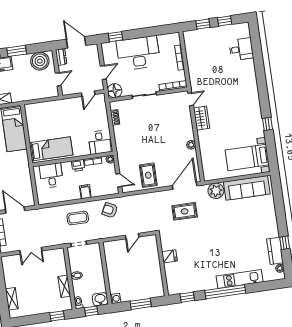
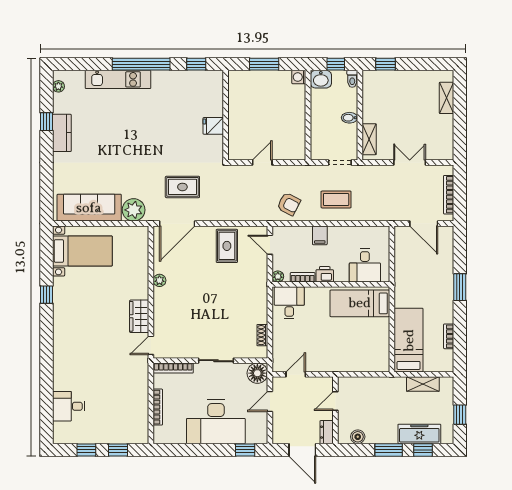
boiler: (40, 61) -> (358, 437), width x0.54, depth x0.54
kitchen counter: (275, 251) -> (62, 133), moved
shelving: (64, 286) -> (369, 139), moved

